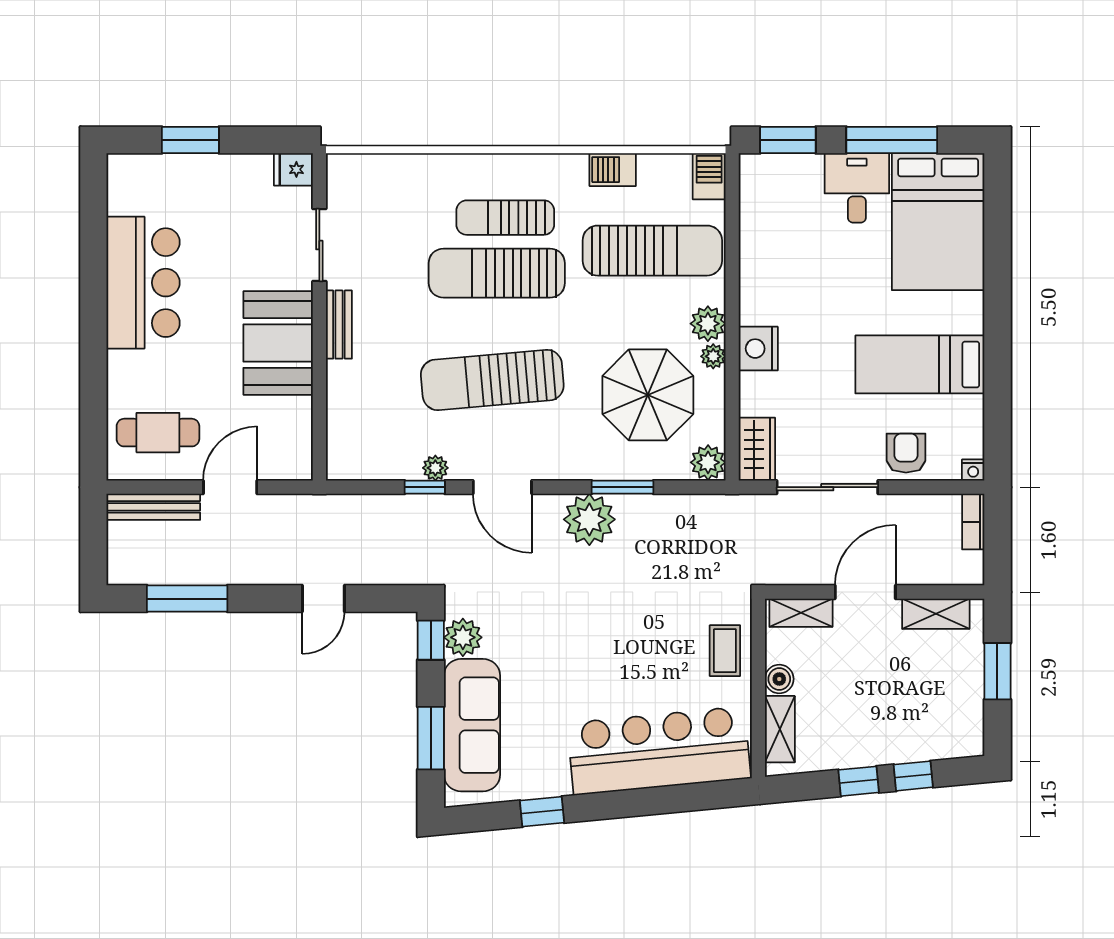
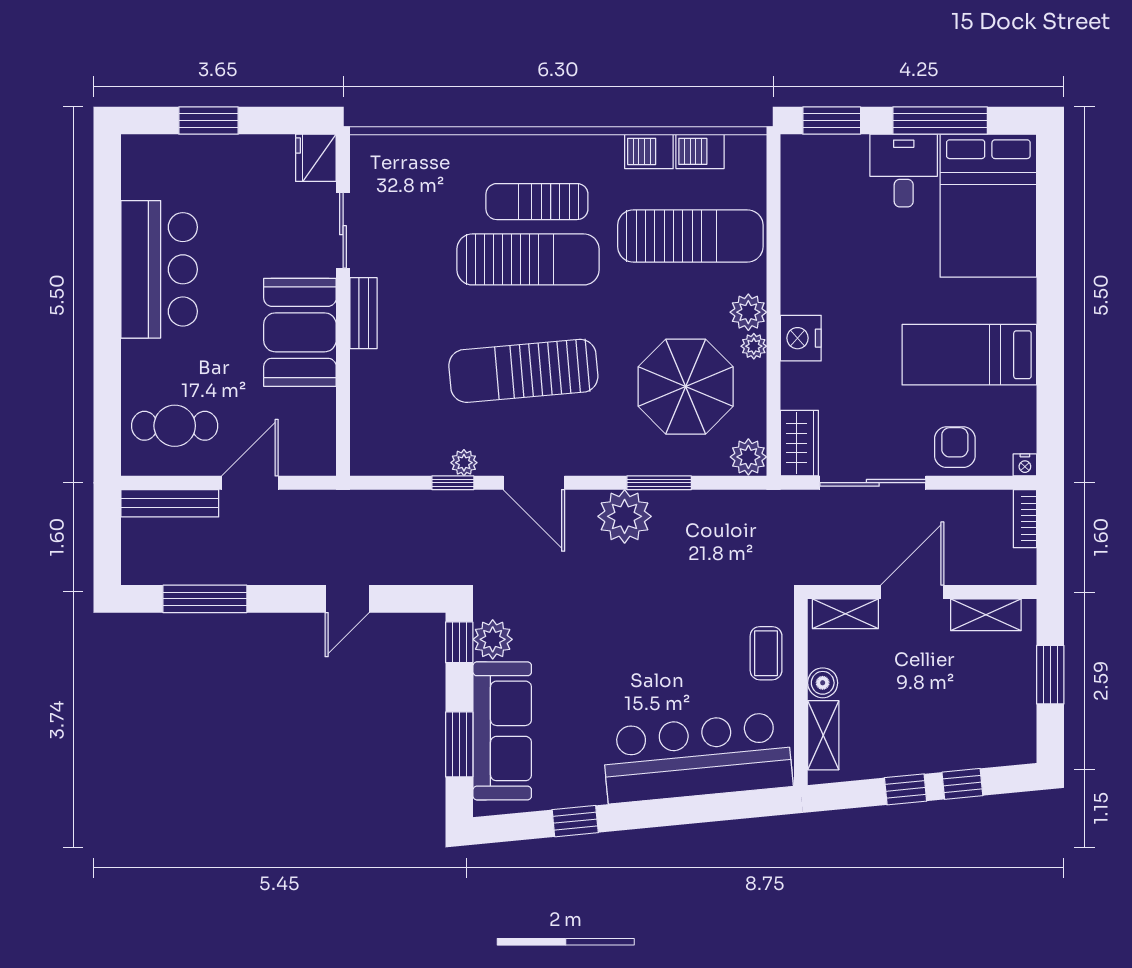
fridge: (293, 169) -> (316, 158), width x1.38
barbecue: (709, 176) -> (700, 151), moved, turned -90
sun lounger: (497, 273) -> (528, 259), turned 180

